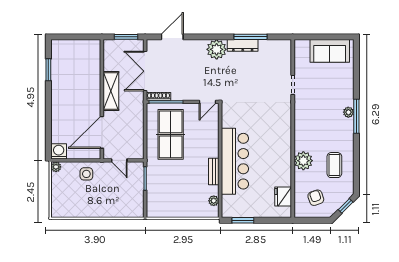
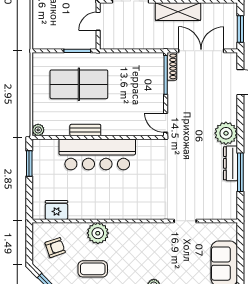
table tennis table: (171, 134) -> (79, 84), moved
plant: (214, 201) -> (38, 130), moved

